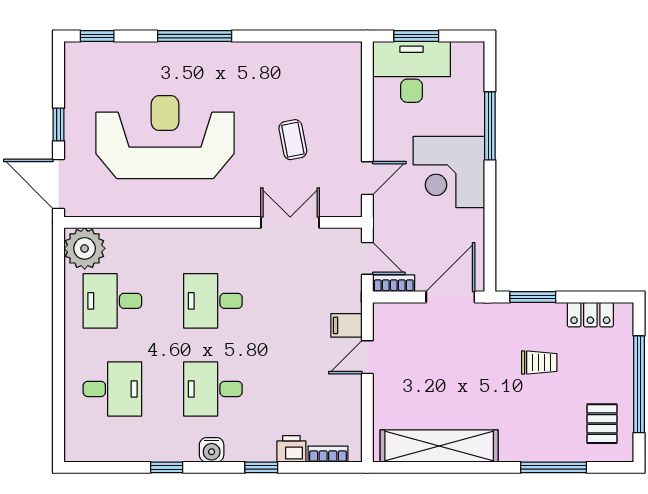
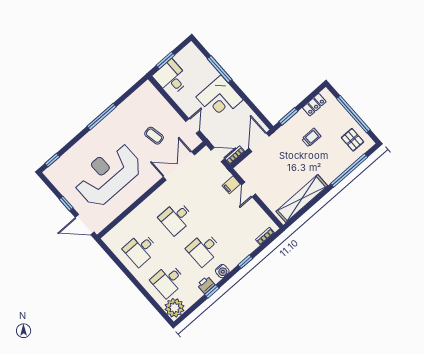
window: (195, 36) -> (102, 117), moved
desk: (411, 72) -> (171, 78), width x0.73
double door: (290, 222) -> (179, 166), width x1.37
plant: (85, 248) -> (175, 308), moved
desk: (112, 389) -> (168, 280), turned 180
printer: (291, 449) -> (206, 285), moved
window: (554, 467) -> (349, 170), width x1.46

